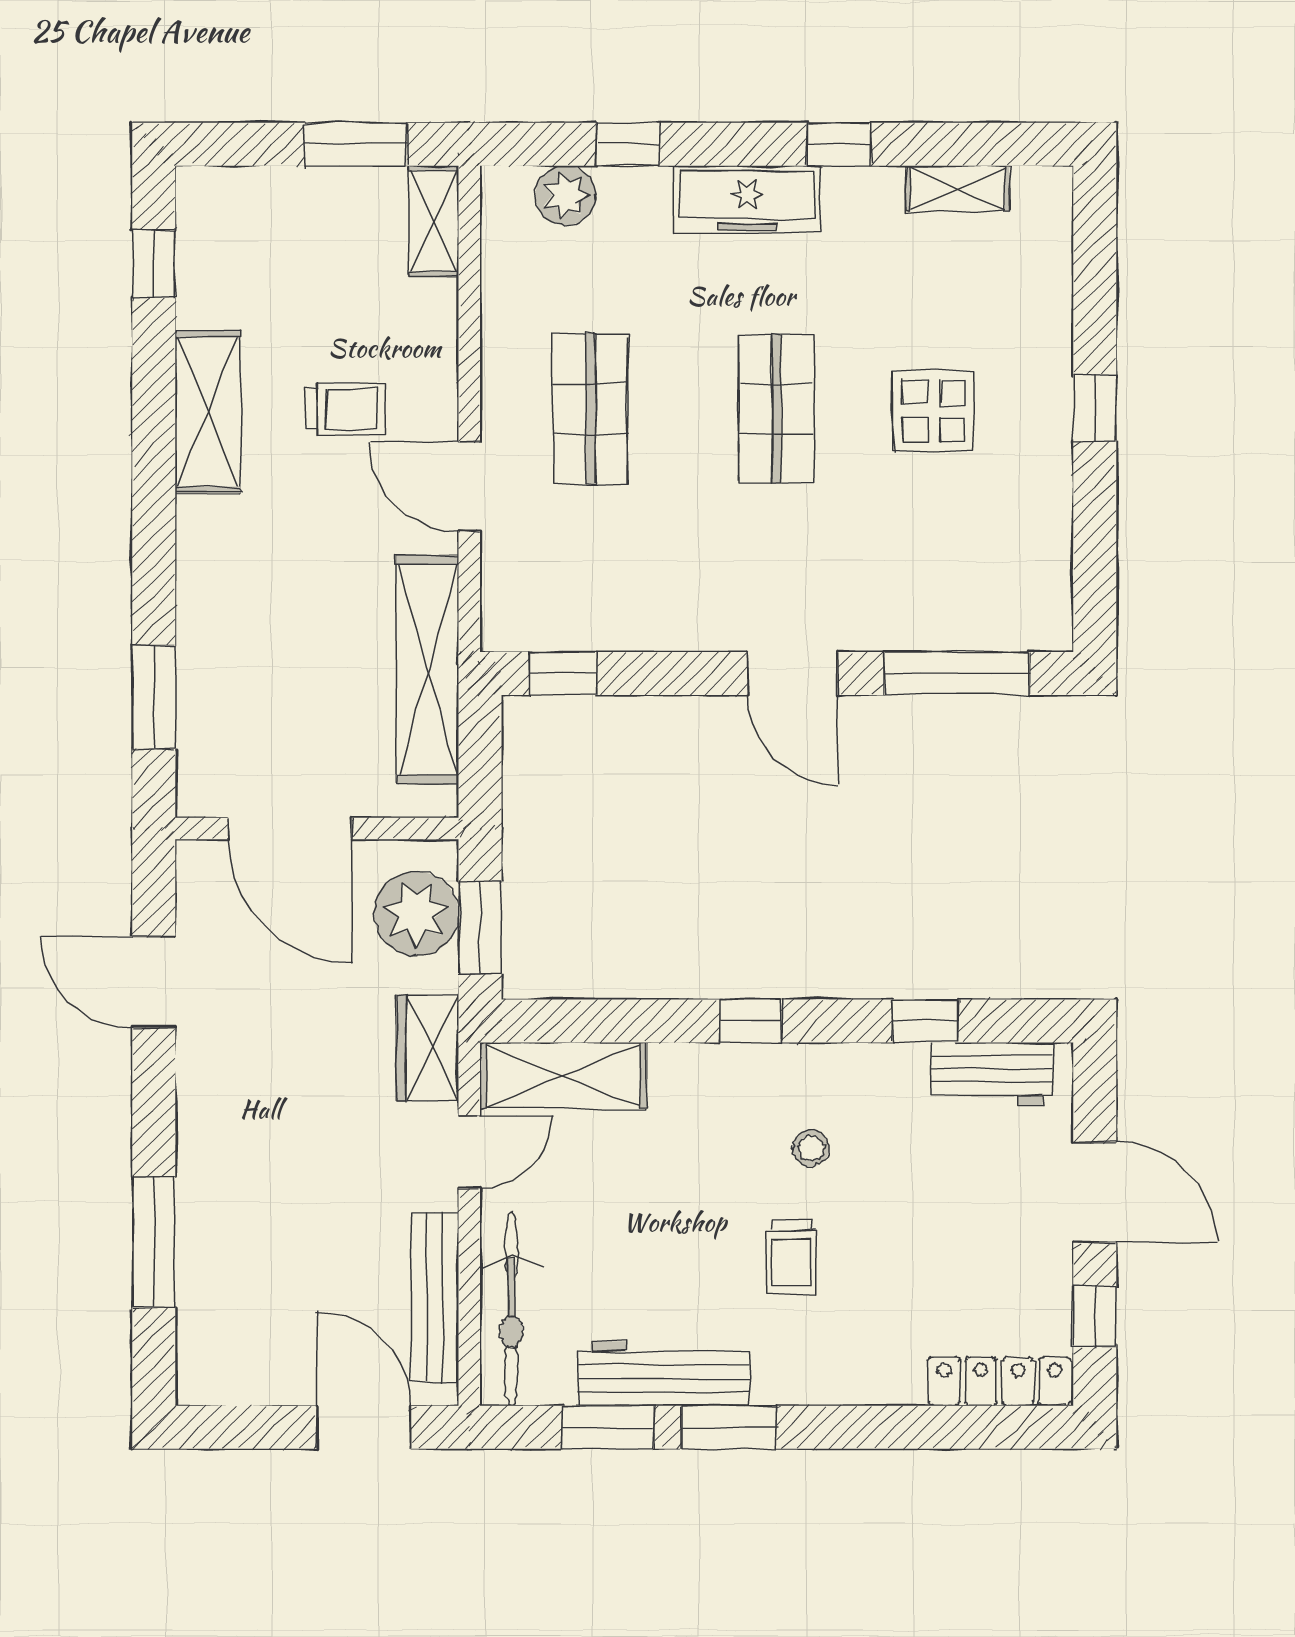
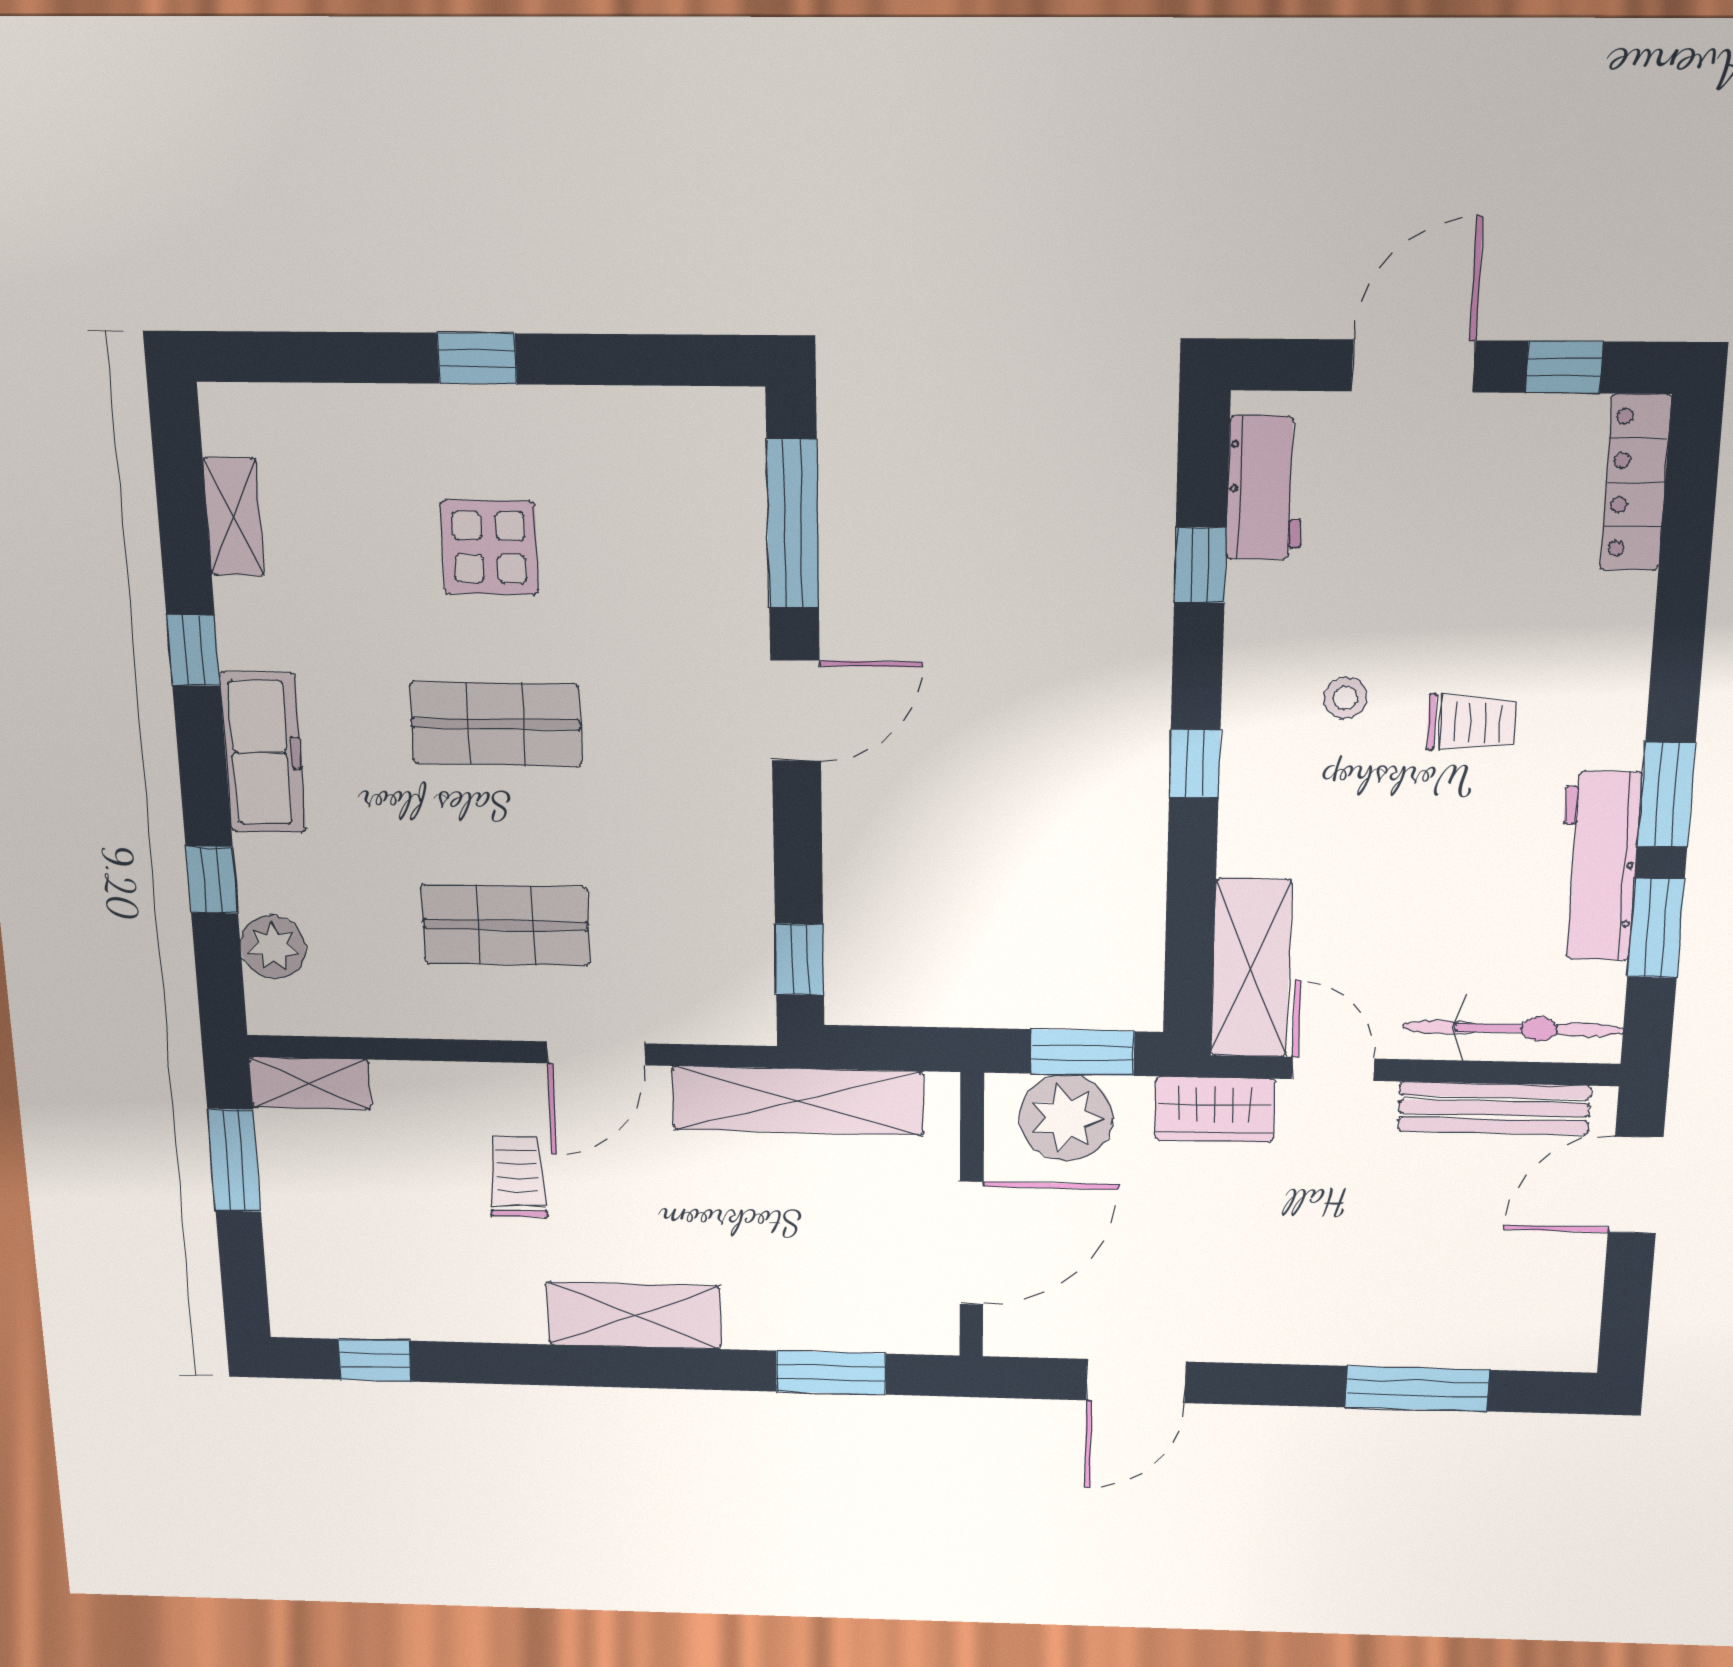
shelving: (208, 412) -> (634, 1315), moved

